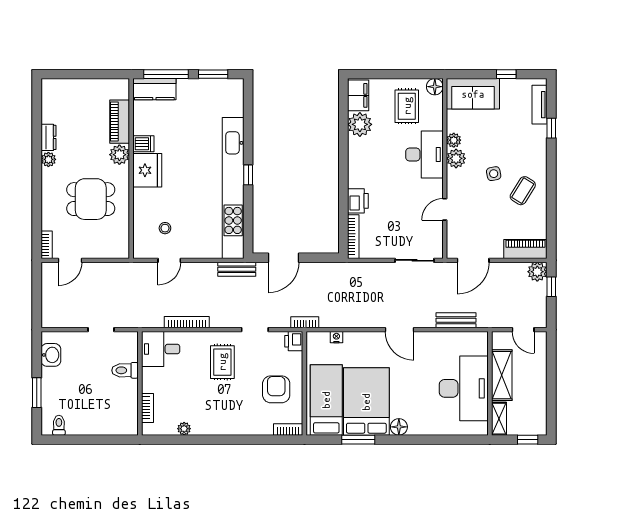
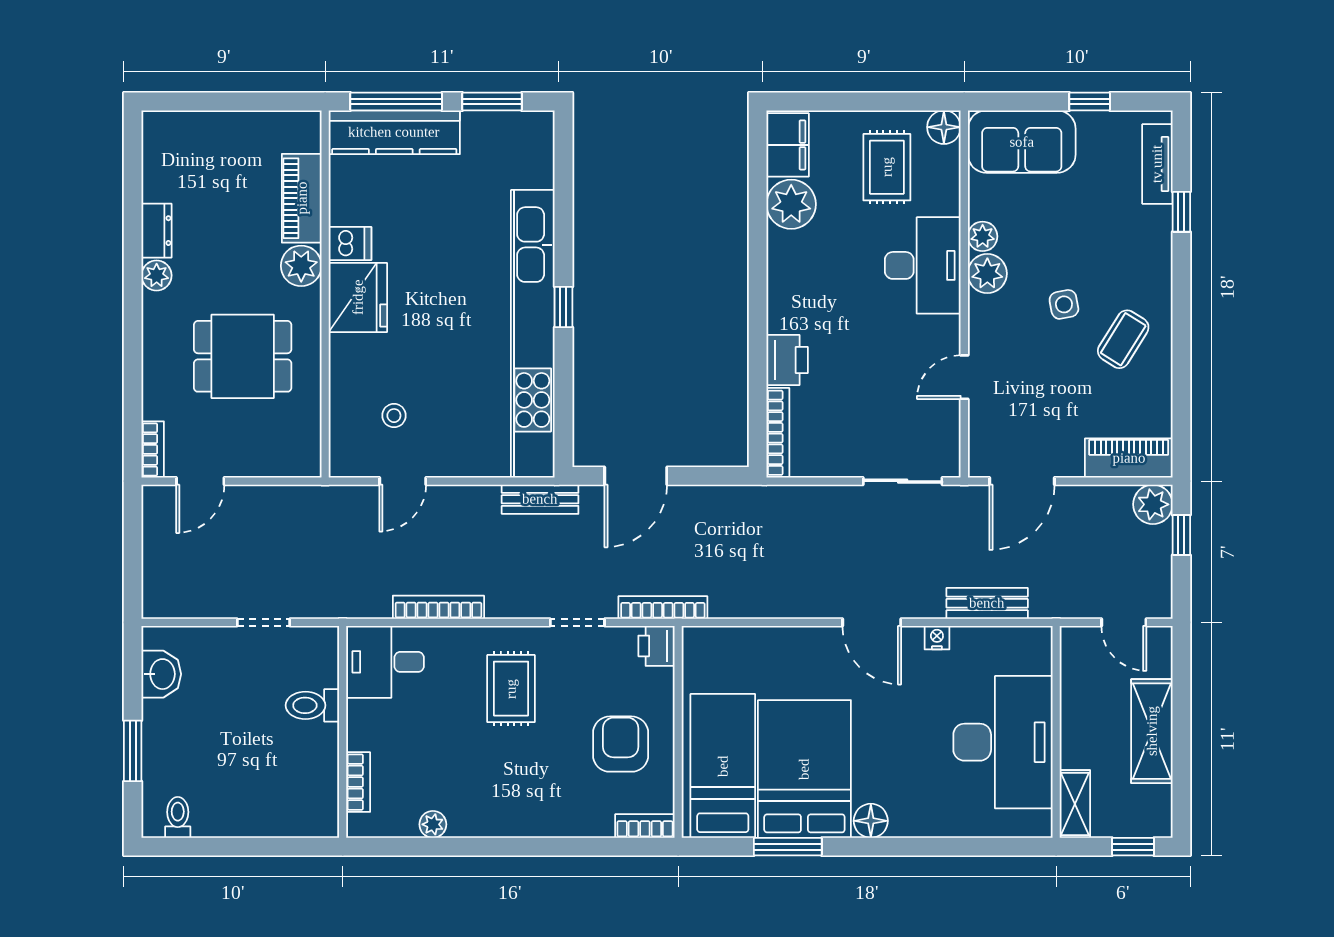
kitchen counter: (154, 89) -> (394, 132), width x1.50
bookcase: (305, 322) -> (663, 607), width x1.56
nightstand: (336, 337) -> (937, 638), moved
shelving: (502, 375) -> (1152, 731), moved

